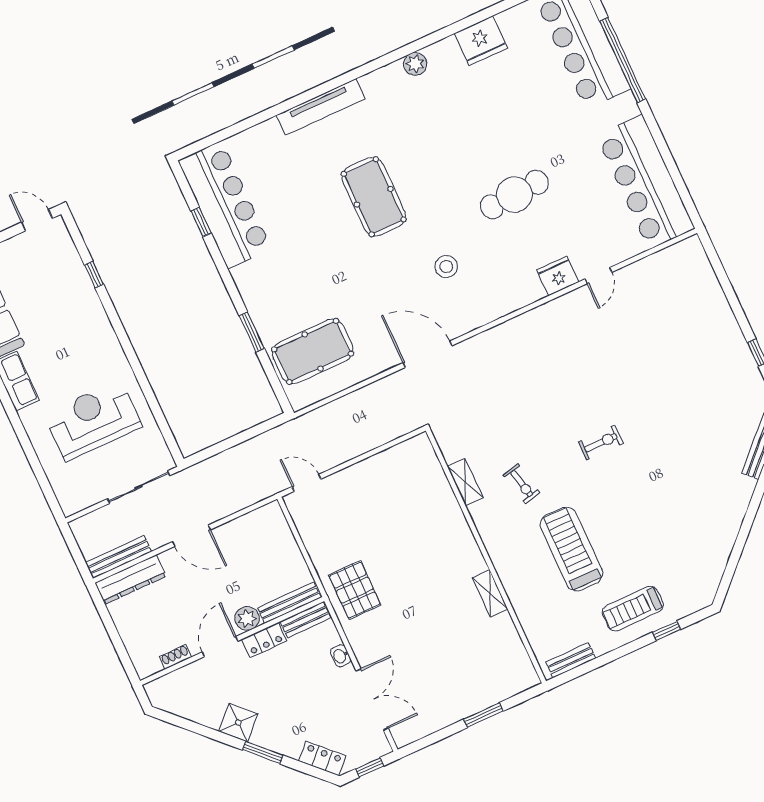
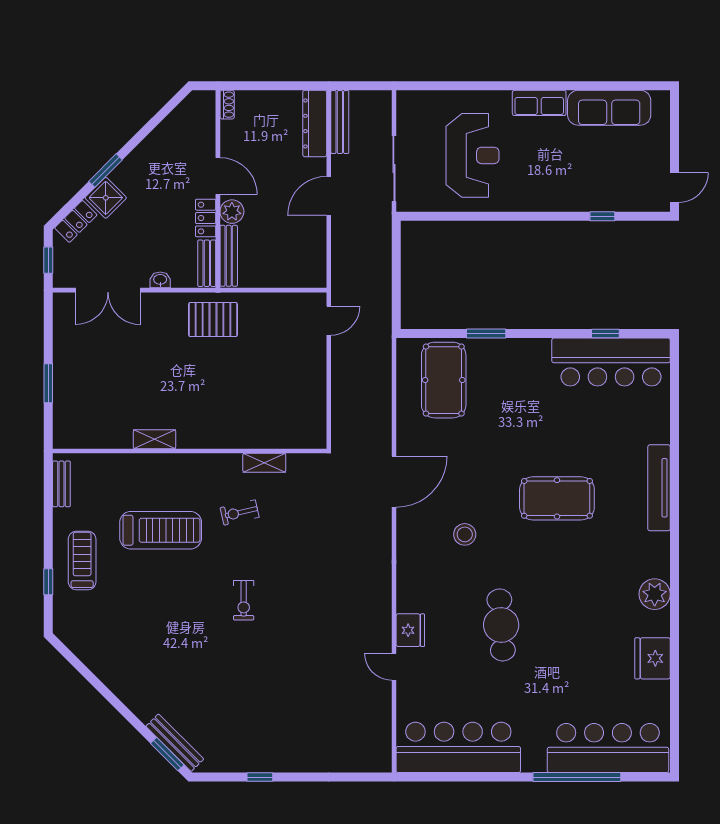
plant: (415, 64) -> (655, 594), width x1.36, depth x1.36
shoe rack: (175, 657) -> (227, 105), moved
shower: (238, 722) -> (106, 198), moved

